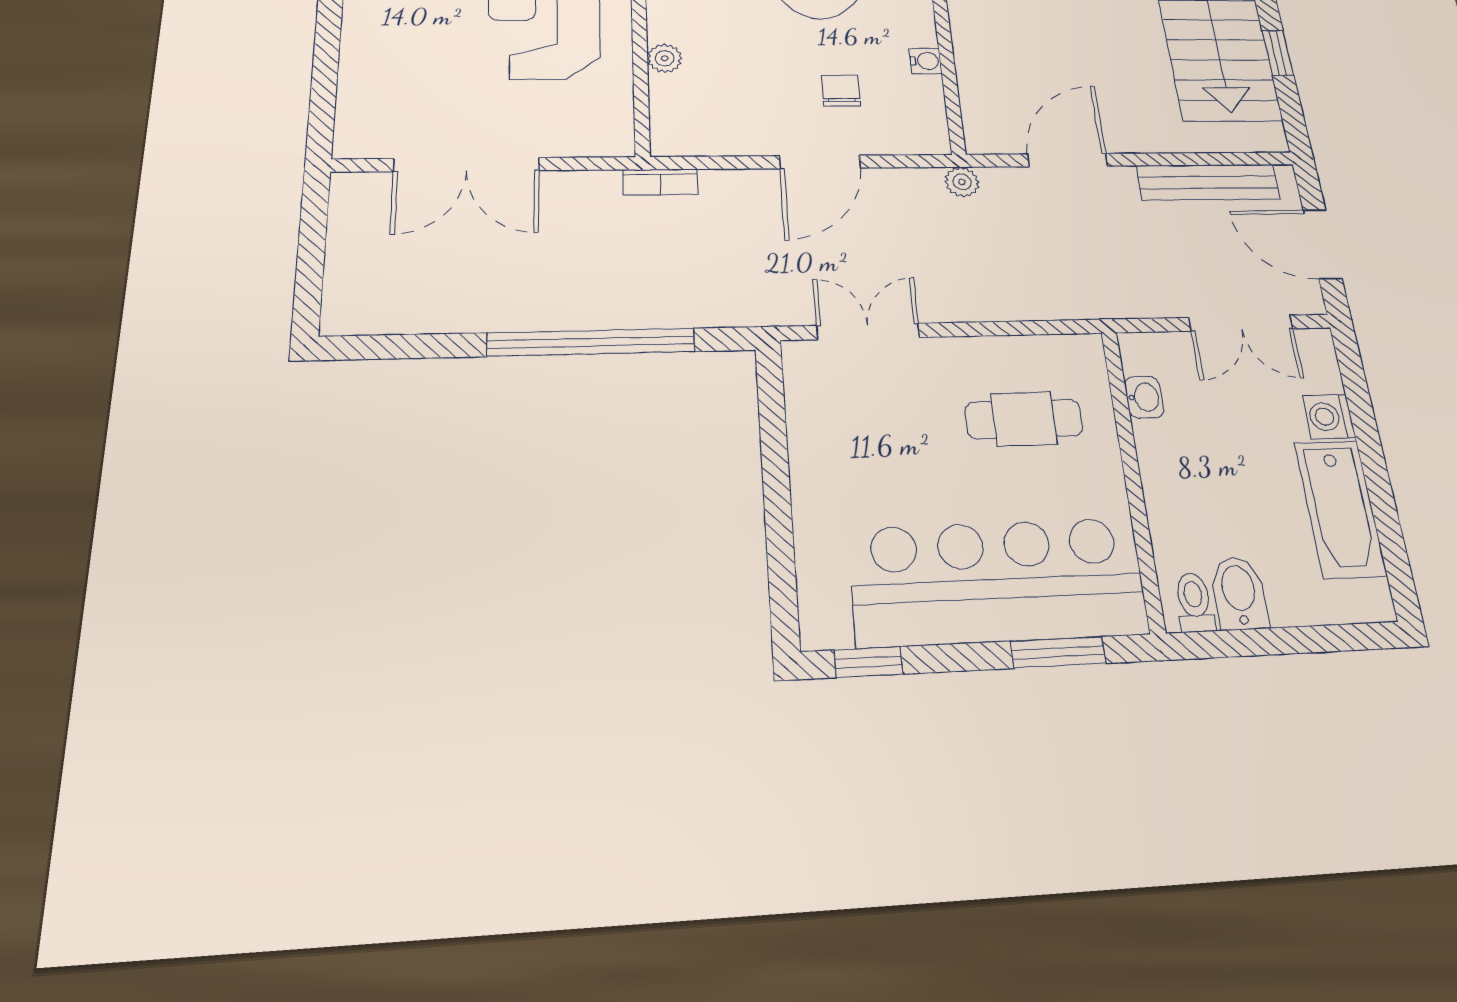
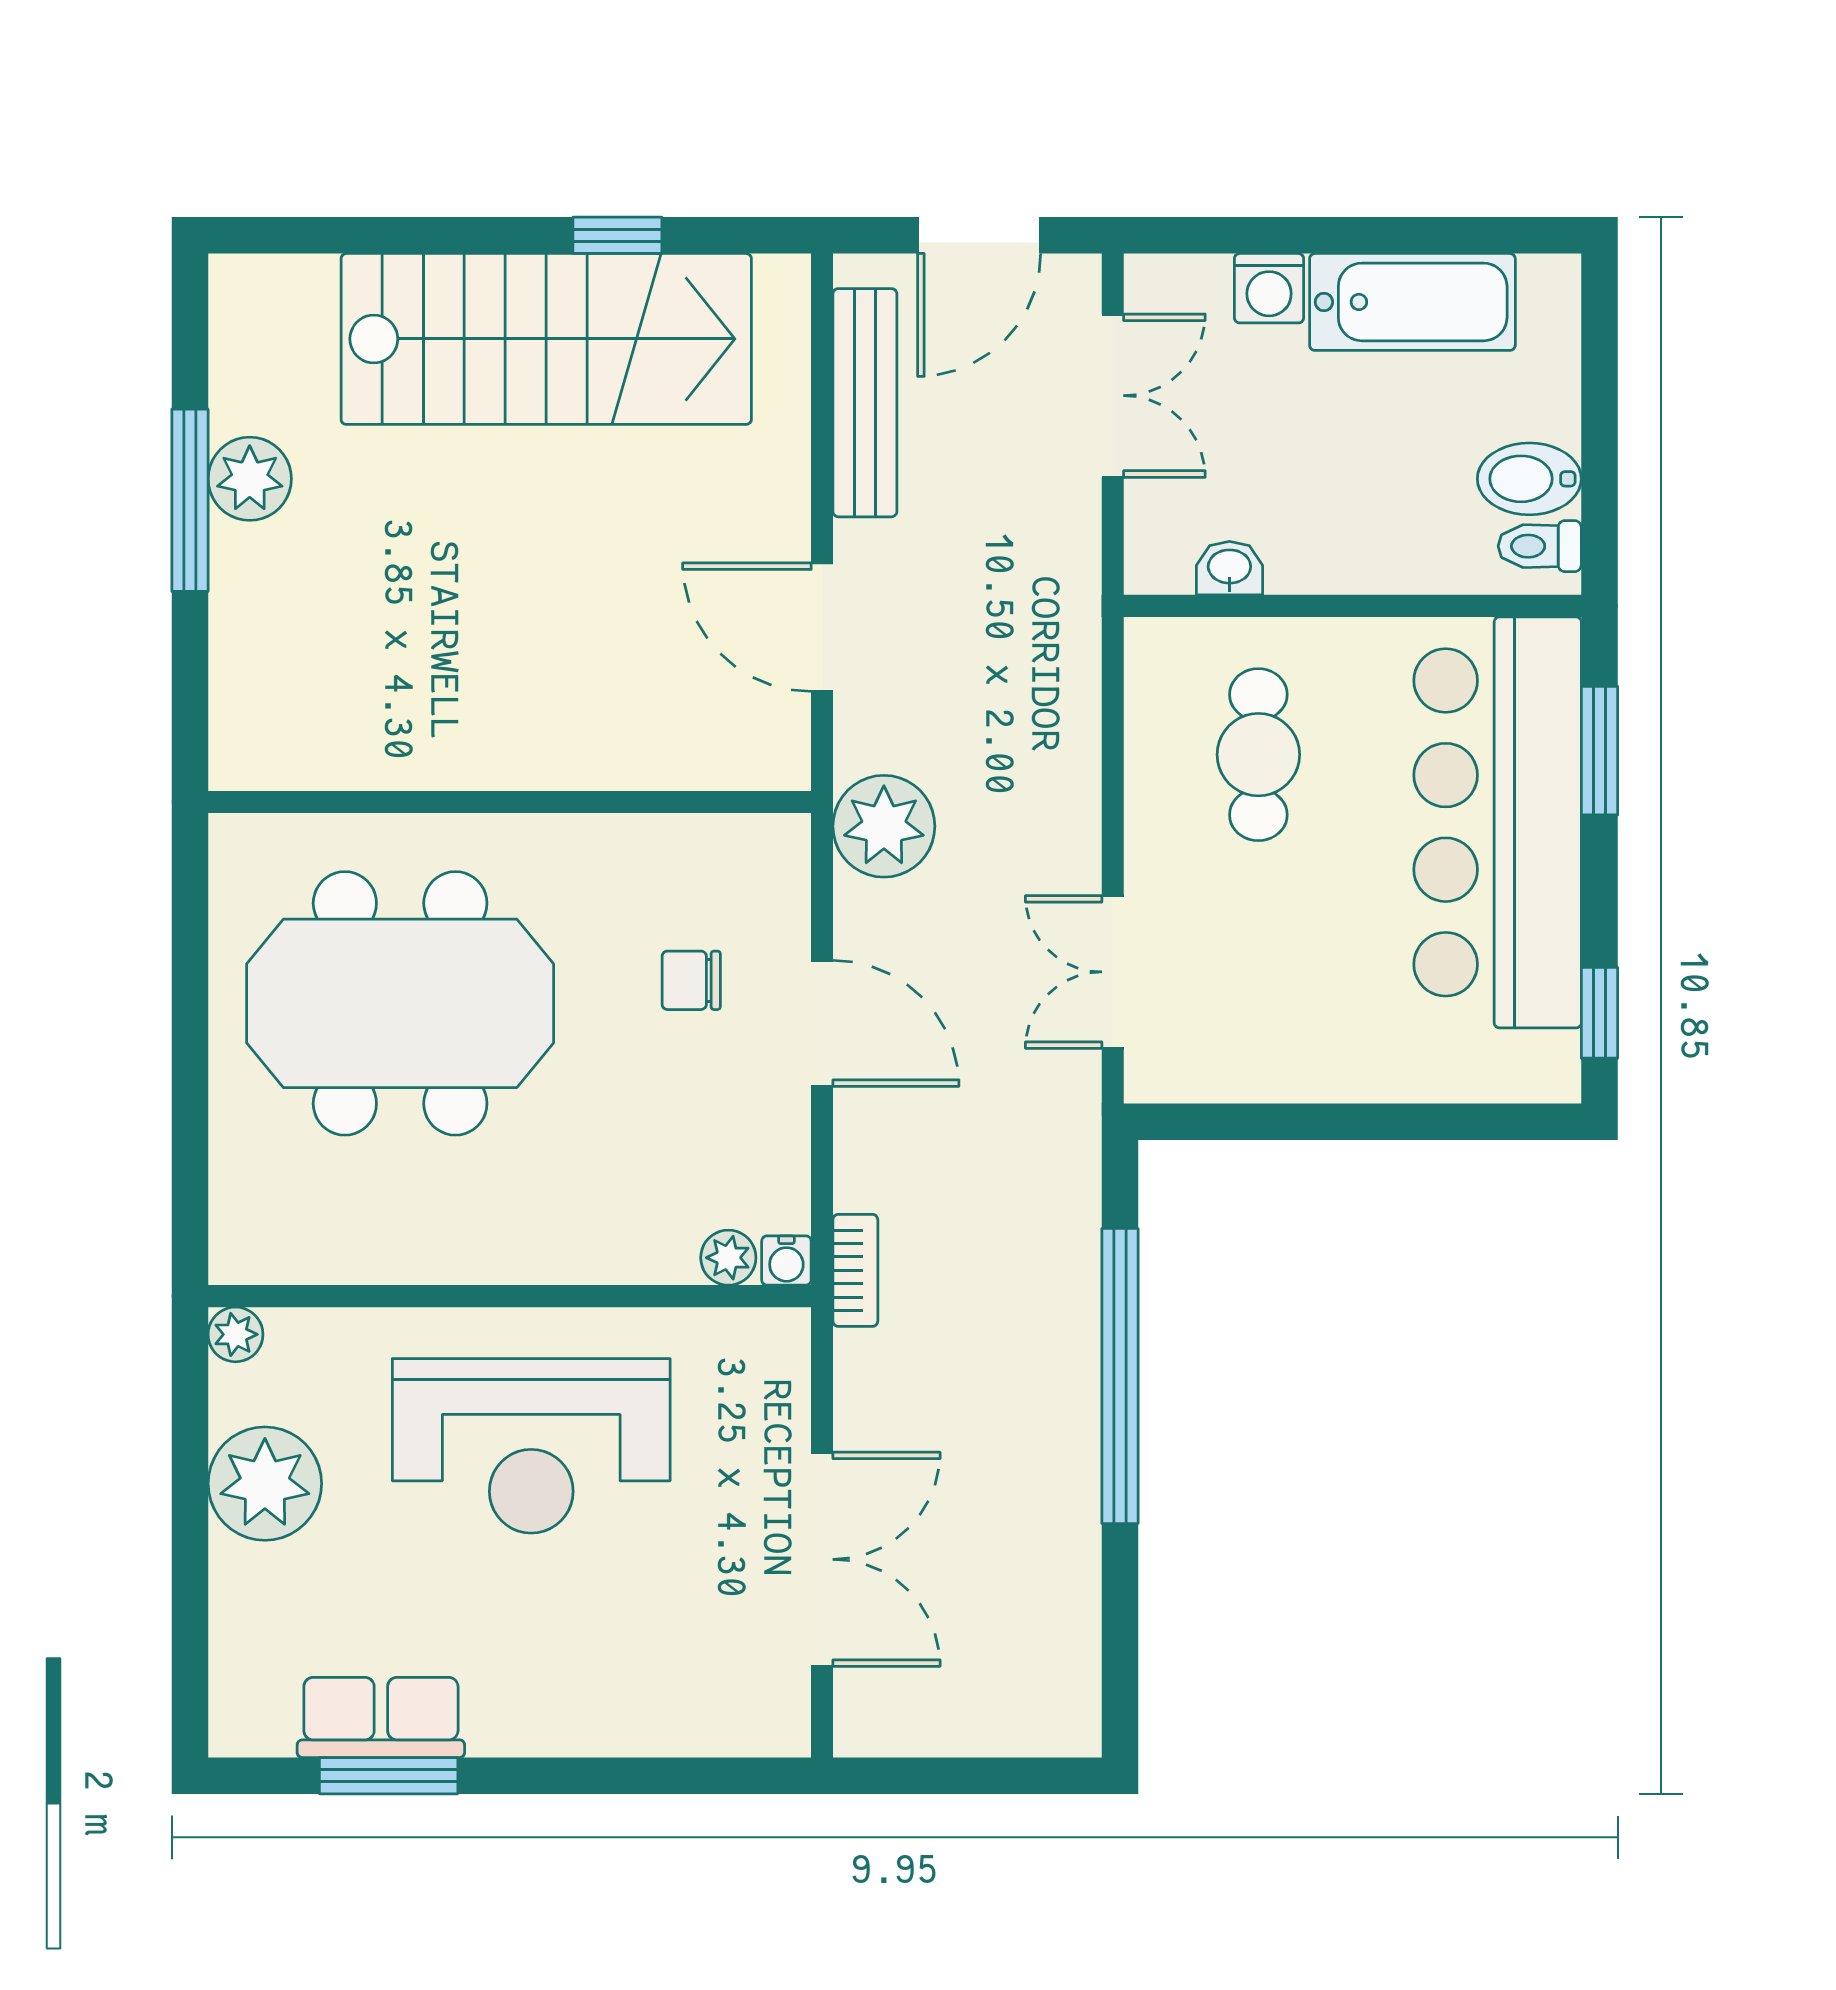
plant: (665, 58) -> (728, 1258), moved
water cooler: (926, 61) -> (786, 1261), moved, turned 180
plant: (962, 182) -> (884, 826), width x1.88, depth x1.88

